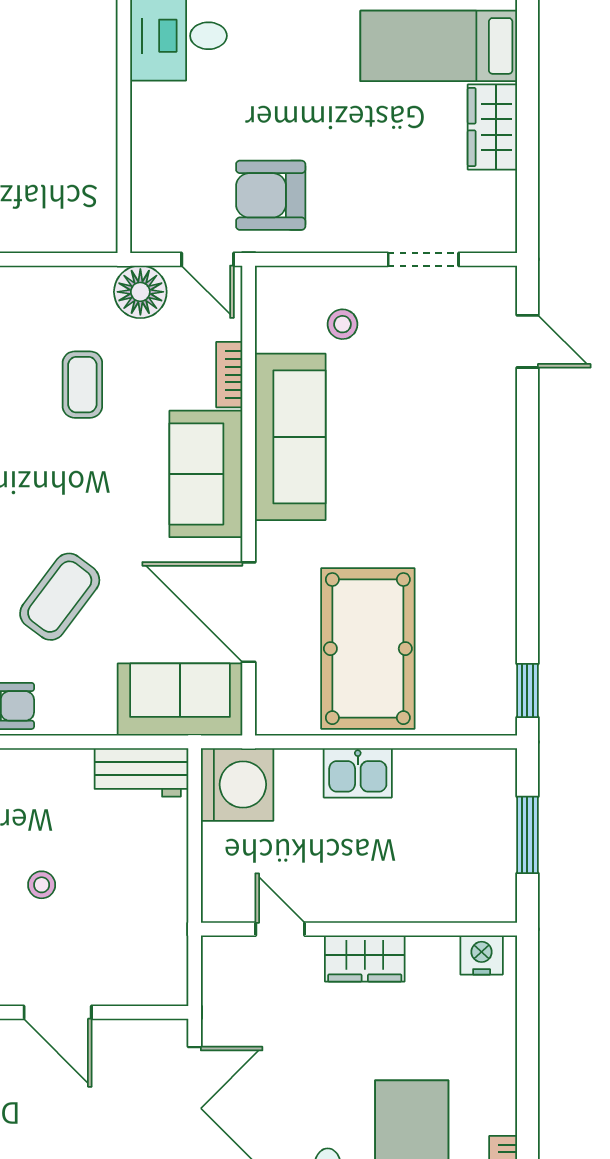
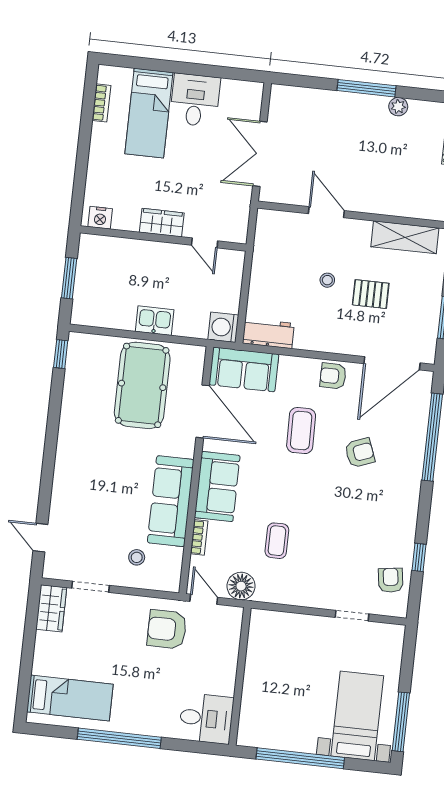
wardrobe: (492, 127) -> (51, 608), moved
armchair: (271, 195) -> (167, 629), turned 180
coffee table: (60, 597) -> (301, 431), turned -38
washing machine: (237, 784) -> (223, 327), width x0.73, depth x0.73

